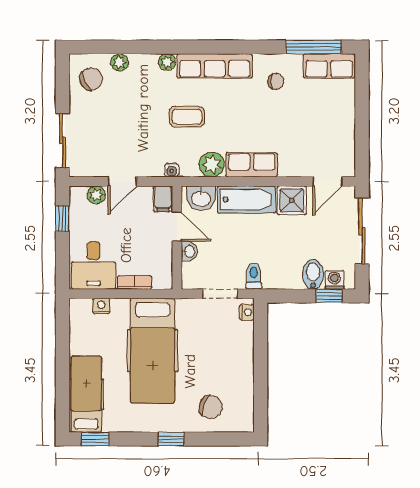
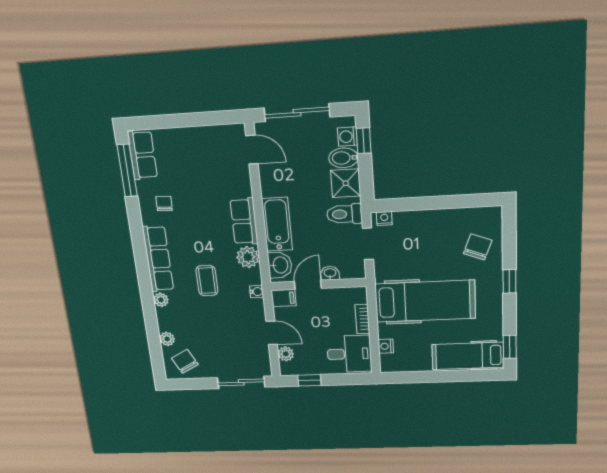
shower: (292, 200) -> (346, 183), moved
toilet: (254, 276) -> (344, 214), width x1.37, depth x1.39

